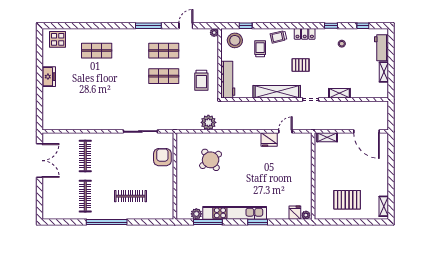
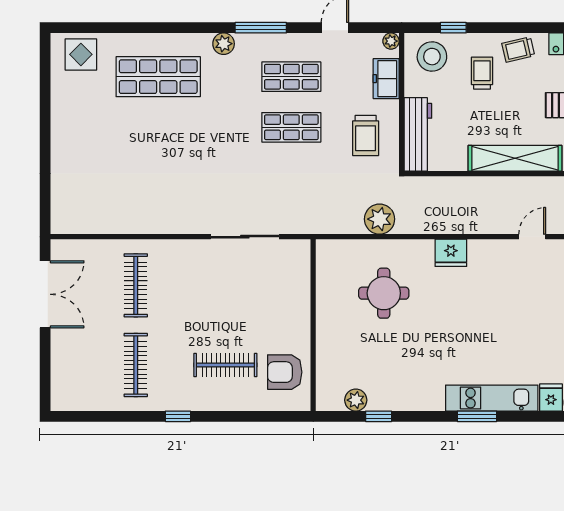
plant: (130, 34) -> (224, 44), added
shop shelf: (97, 51) -> (158, 77), width x1.43, depth x1.36
freezer: (49, 77) -> (386, 79), moved, turned 180
fridge: (269, 140) -> (451, 253), moved
armchair: (162, 157) -> (285, 372), moved, turned -90
round table: (211, 160) -> (384, 293), turned 36
kitchen unit: (235, 213) -> (492, 398), moved, width x0.73
window: (107, 222) -> (178, 416), width x0.32
window: (208, 222) -> (379, 416), width x0.46

